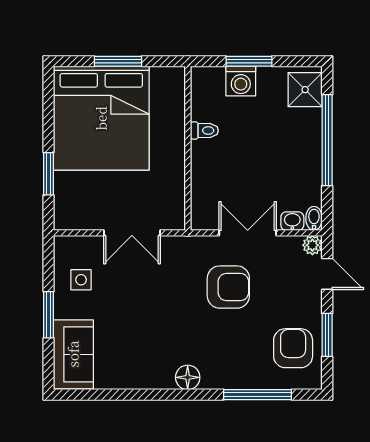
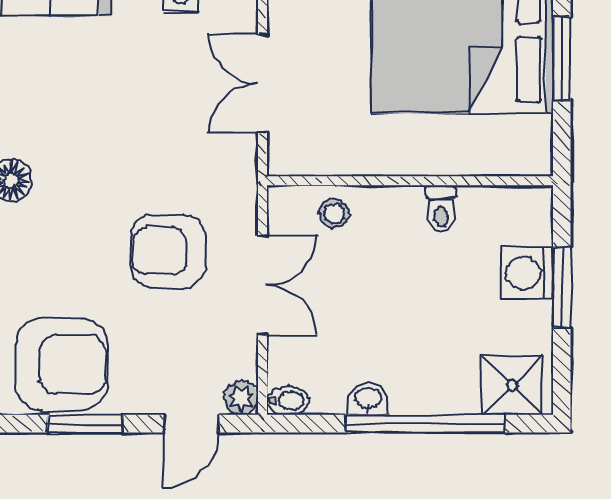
stool: (207, 192) -> (334, 214), added
washbasin: (292, 221) -> (368, 399), moved, turned -90
armchair: (228, 287) -> (168, 251), turned 90
armchair: (293, 348) -> (62, 364), width x1.36, depth x1.36

